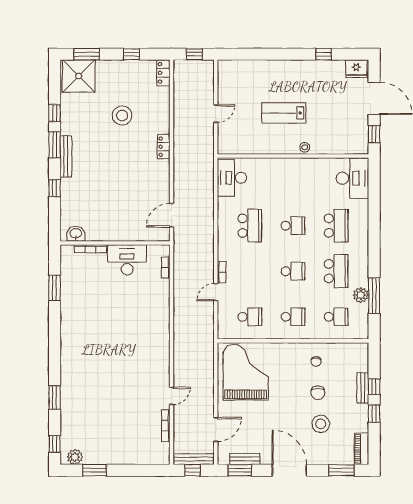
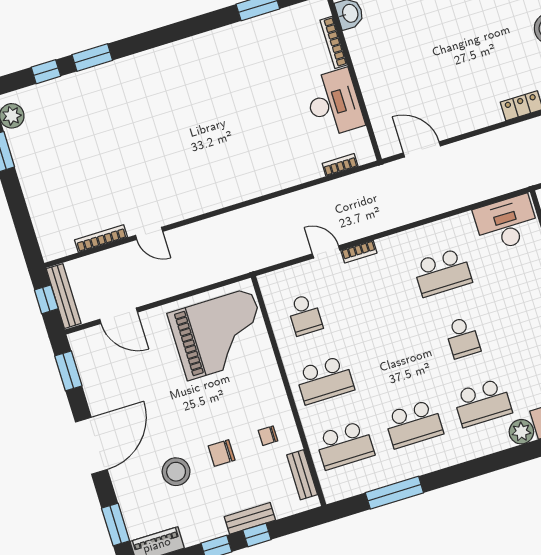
school desk: (293, 271) -> (394, 359), removed
plant: (361, 295) -> (521, 432), moved
school desk: (293, 317) -> (325, 380), width x1.85
school desk: (336, 317) -> (345, 445), width x1.85
window: (55, 444) -> (46, 72), moved
bench: (245, 459) -> (302, 475), moved

